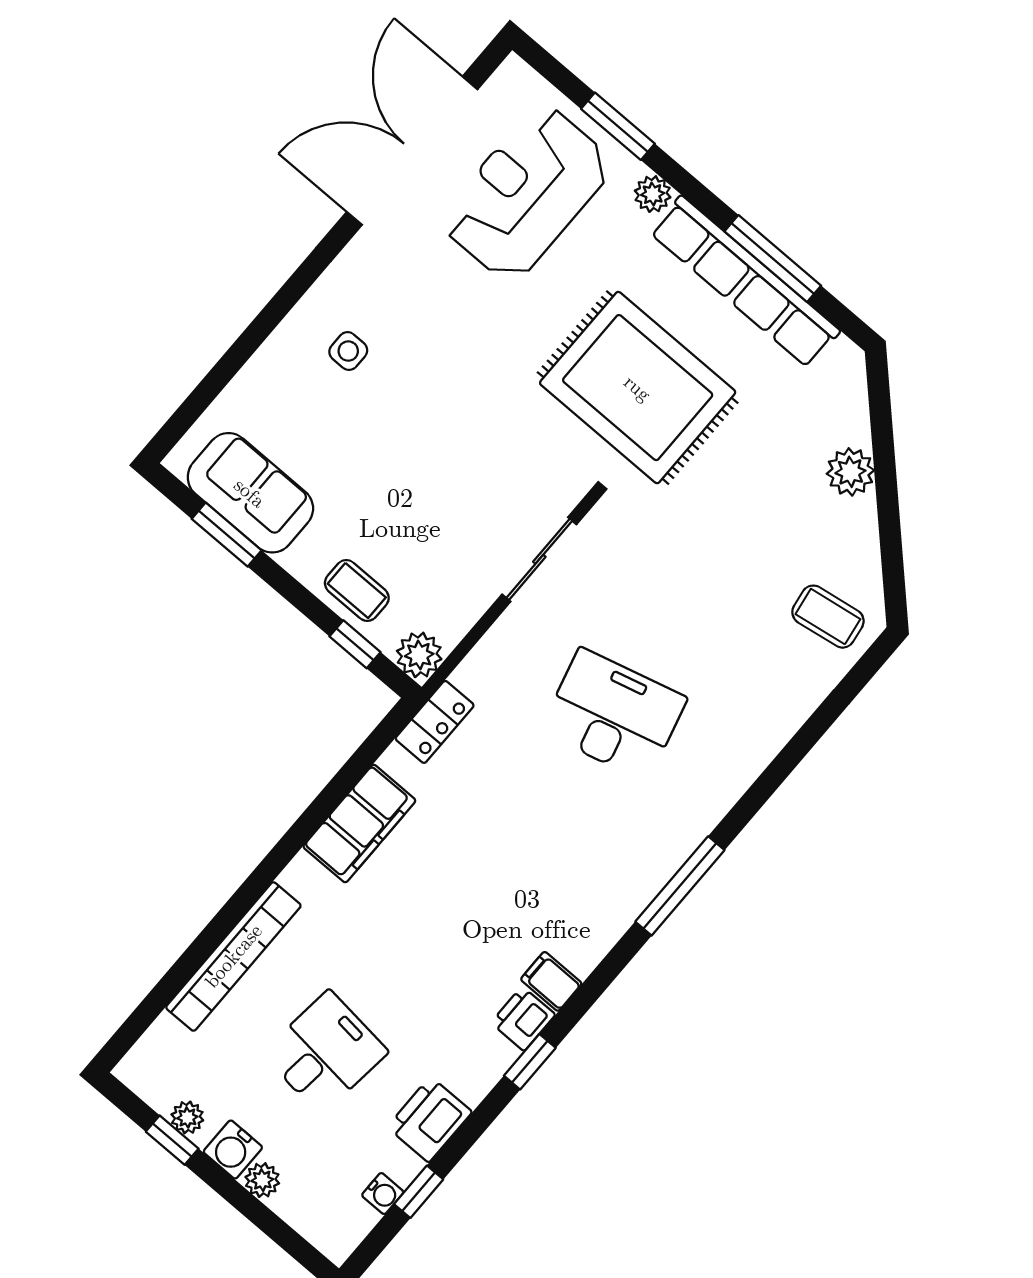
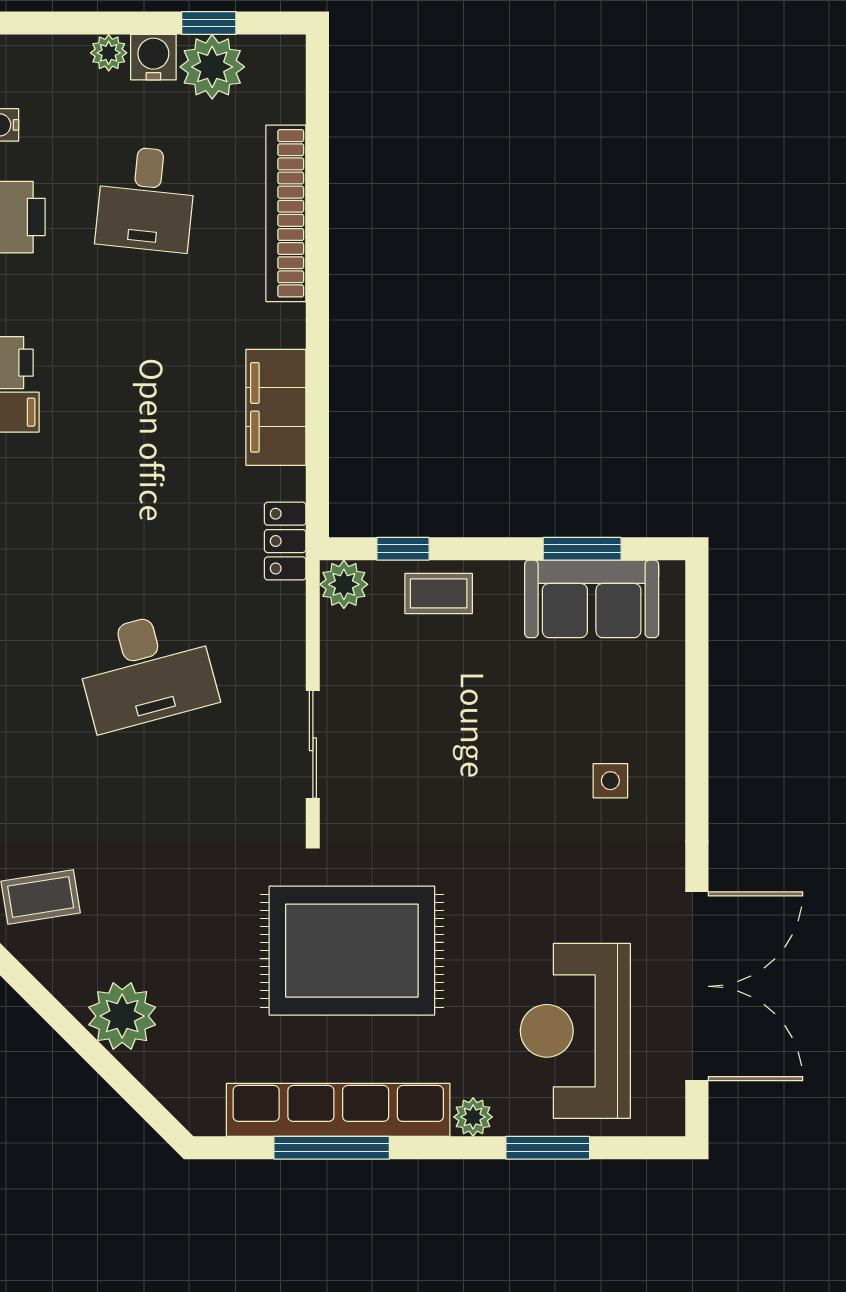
reception desk: (527, 193) -> (575, 1031), turned 180
plant: (850, 472) -> (122, 1016), width x1.36, depth x1.36
plant: (187, 1117) -> (212, 67), width x1.88, depth x1.88

